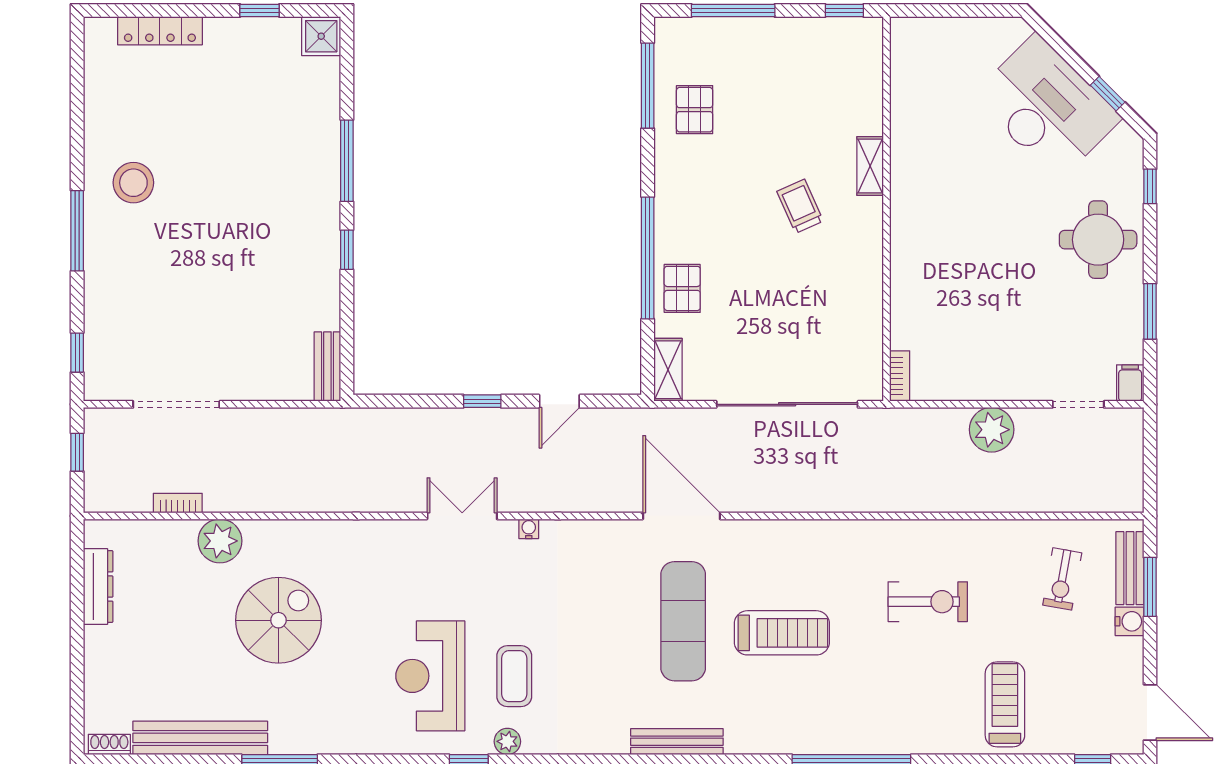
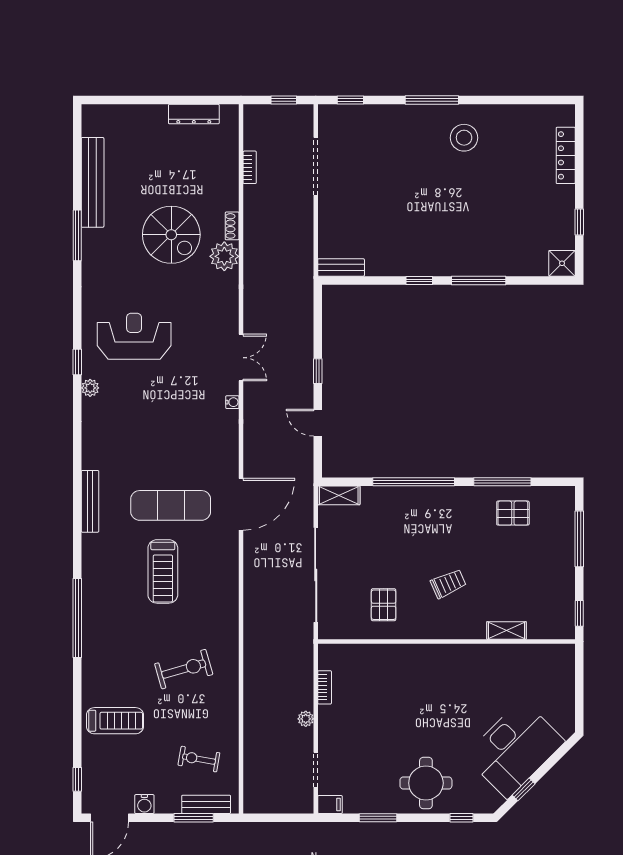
window: (648, 86) -> (502, 482), moved
shelving: (870, 166) -> (507, 631), moved
pallet: (682, 288) -> (384, 605), moved, turned 90
bookcase: (900, 376) -> (325, 687), moved, turned -90
plant: (992, 430) -> (306, 719), width x0.53, depth x0.53
plant: (220, 541) -> (224, 256), moved
exercise bike: (928, 602) -> (184, 669), turned -106
water cooler: (1129, 621) -> (144, 804), moved
coffee table: (514, 676) -> (134, 392), removed
shoe rack: (109, 744) -> (232, 226), moved, turned 180

